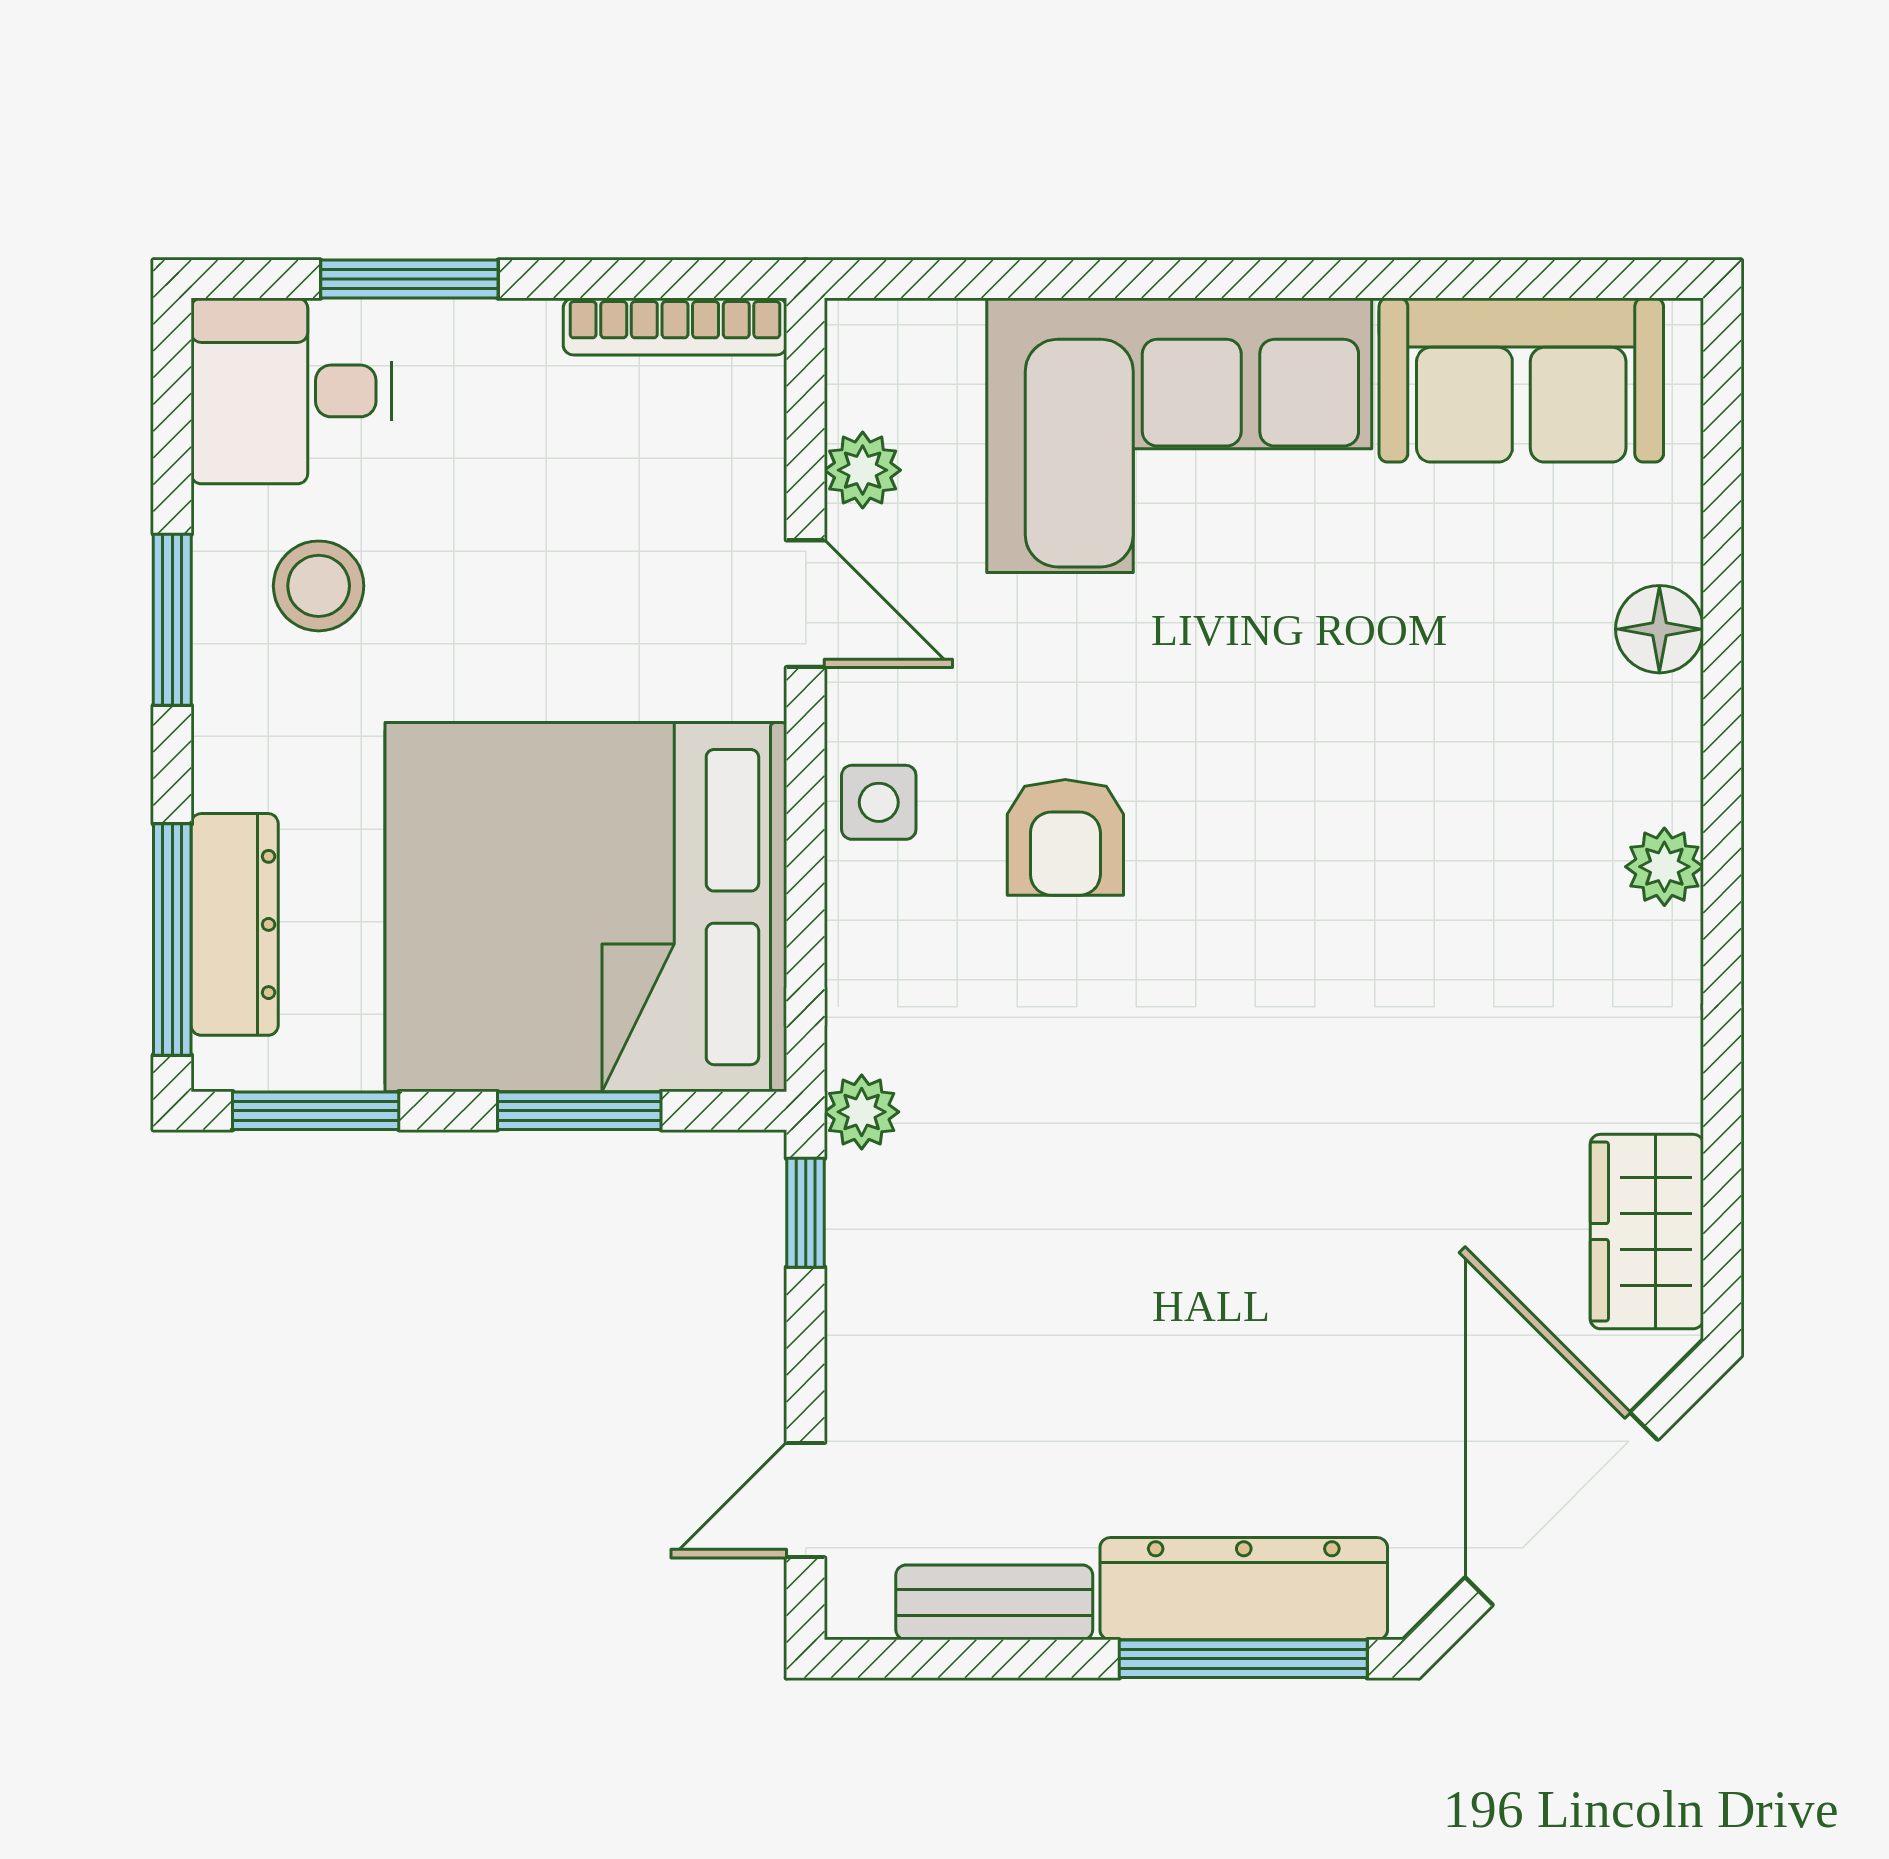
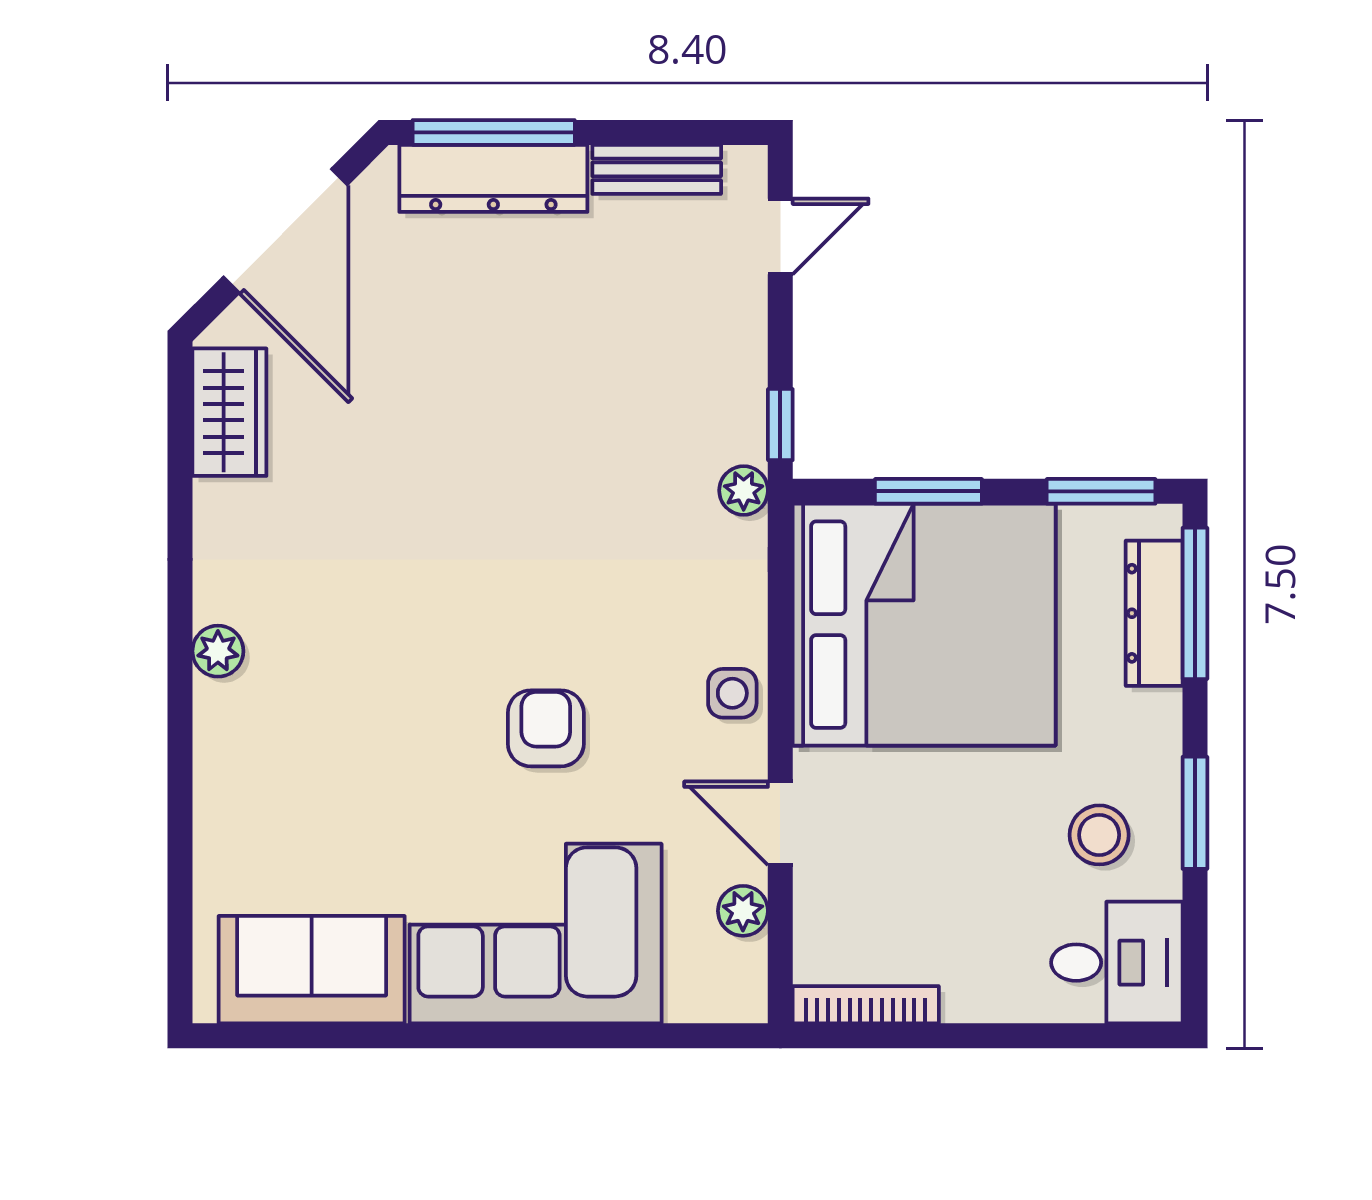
window: (409, 279) -> (1040, 1036), removed
floor lamp: (1659, 629) -> (221, 807), removed
armchair: (1065, 837) -> (546, 728), moved

